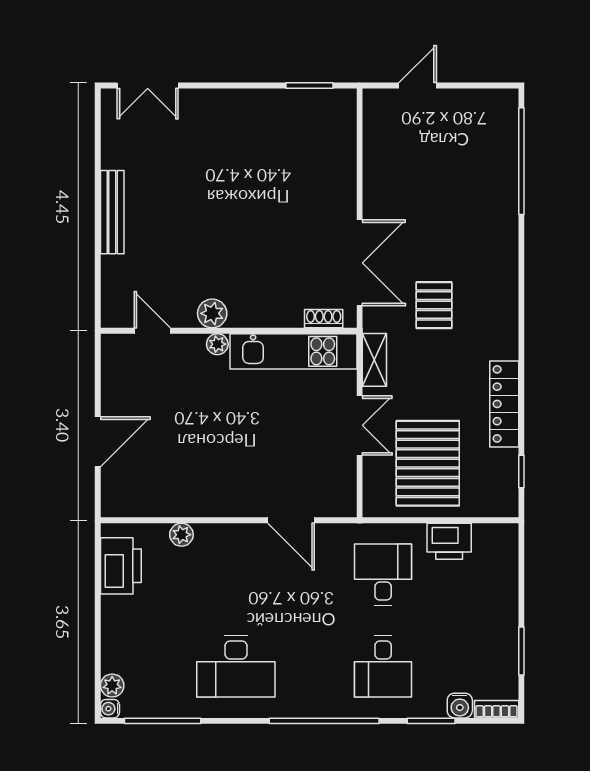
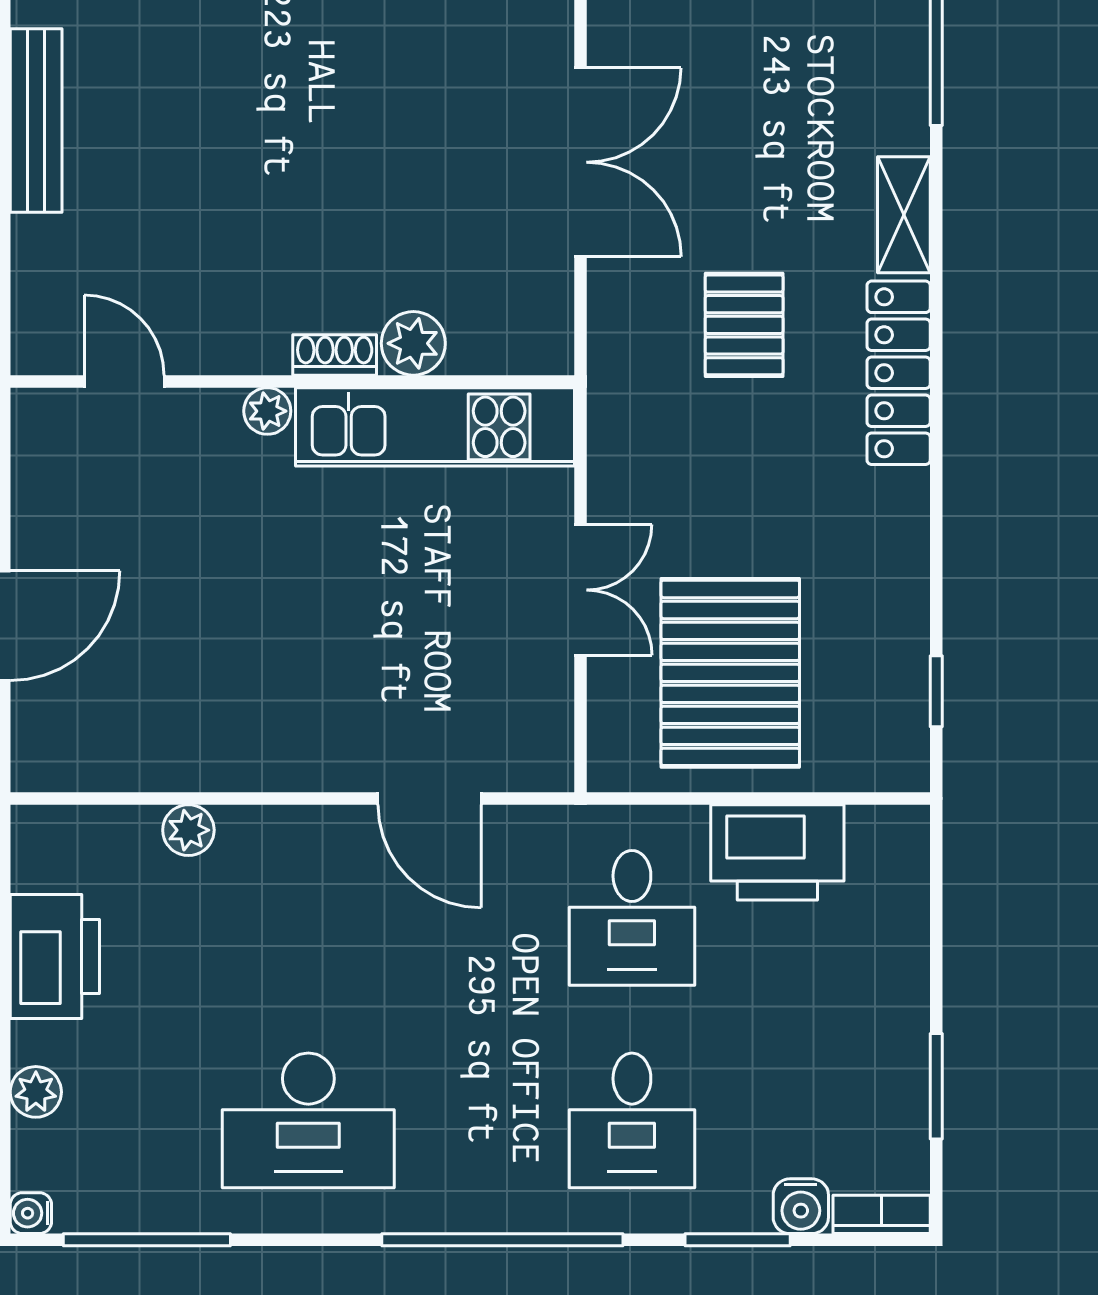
double door: (360, 263) -> (581, 162), moved
plant: (212, 313) -> (413, 343), moved
shoe rack: (324, 319) -> (335, 355), moved
shelving: (374, 360) -> (904, 215), moved
locker: (504, 404) -> (899, 373), moved
printer: (449, 541) -> (777, 852), width x1.37, depth x1.19
printer: (121, 566) -> (55, 957), moved
desk: (383, 574) -> (632, 918), turned 180
plant: (112, 686) -> (36, 1092), moved

